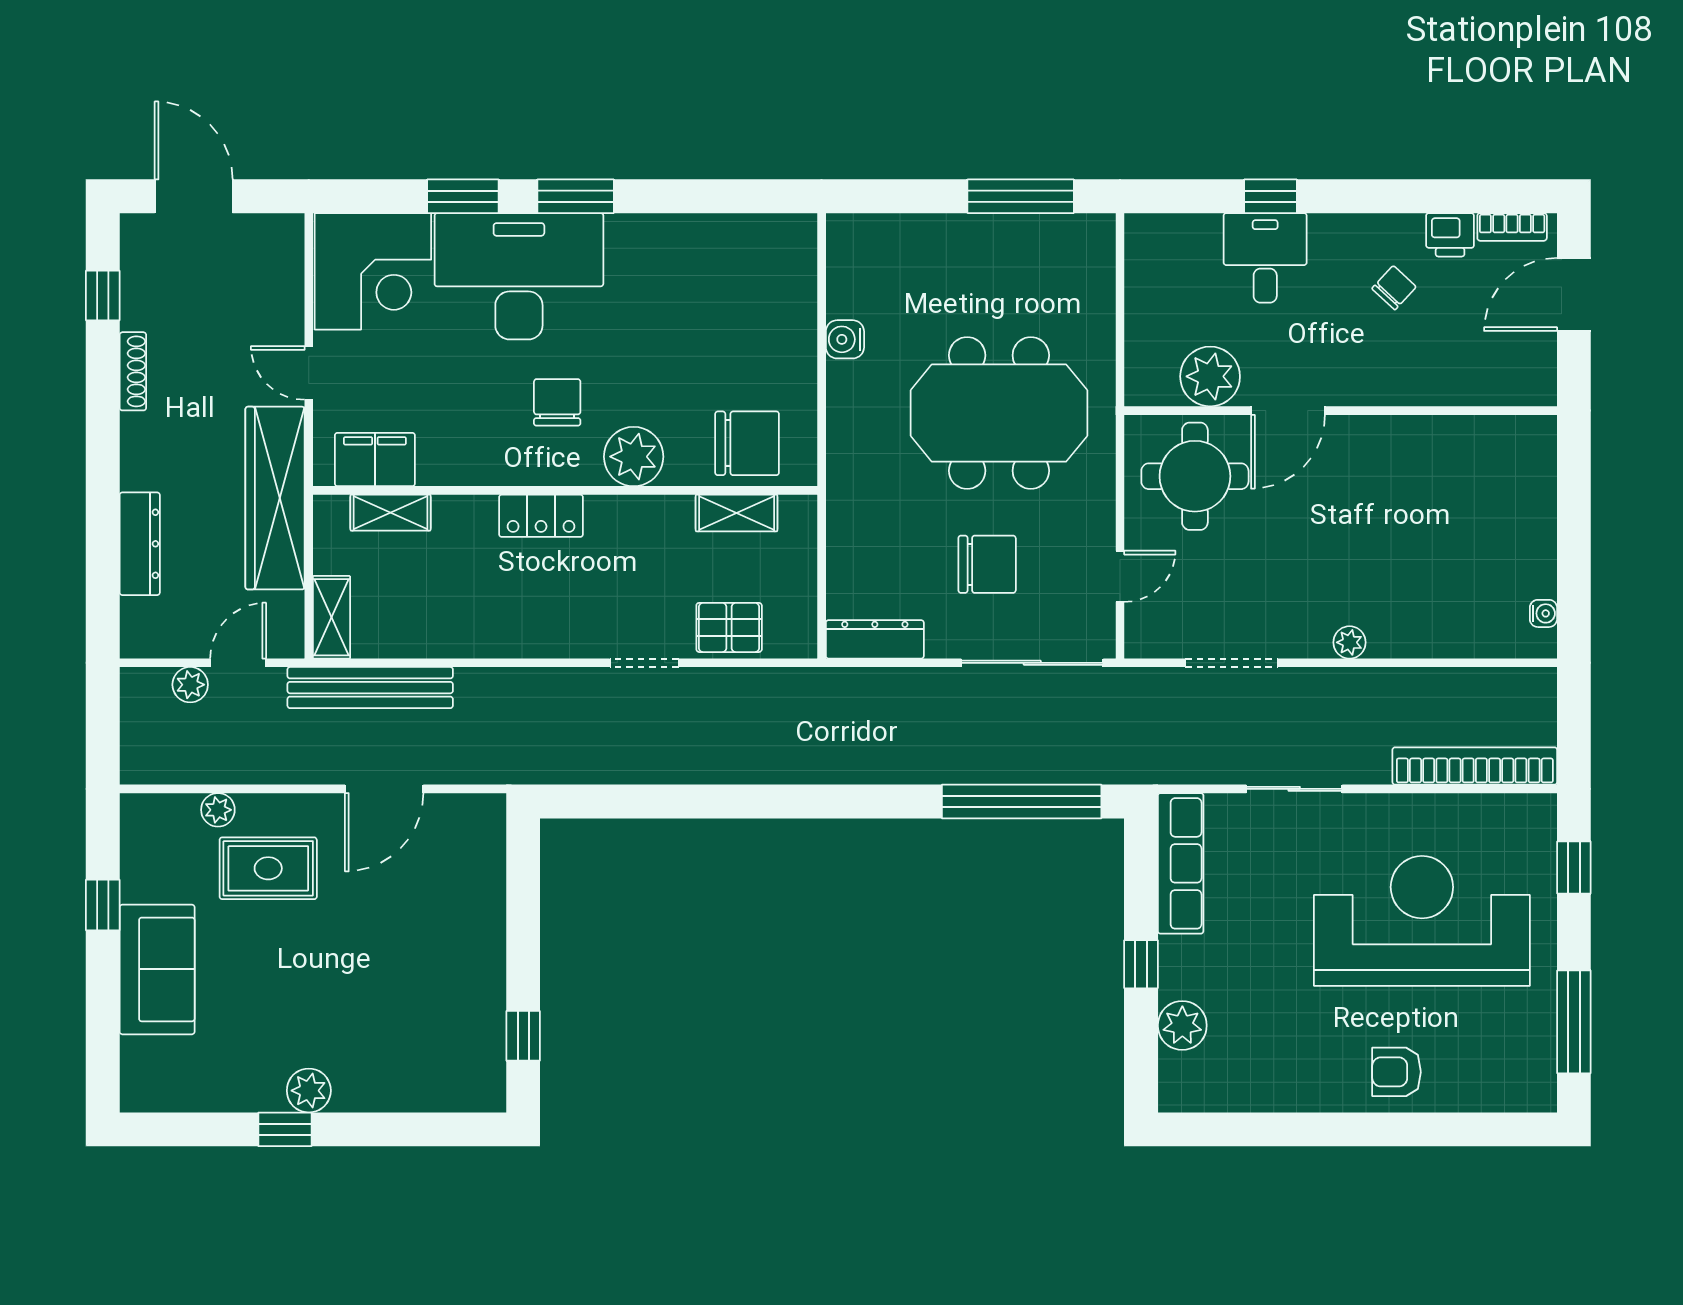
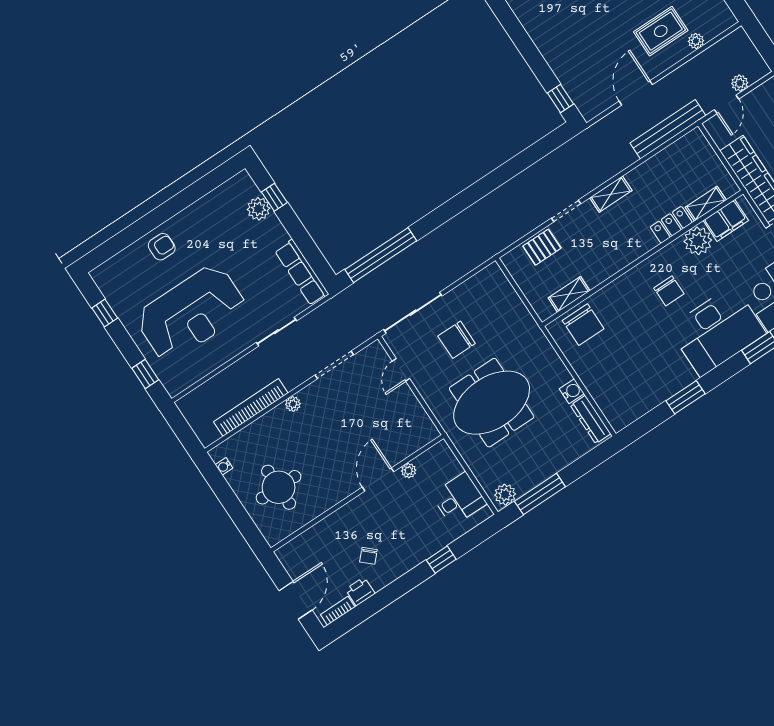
window: (576, 196) -> (685, 397), moved
plant: (1083, 236) -> (505, 495), added
desk: (1265, 258) -> (459, 499), moved, turned -90
plant: (1210, 376) -> (409, 471), width x0.53, depth x0.53
chair: (747, 443) -> (583, 325), turned -90
plant: (634, 457) -> (698, 241), moved
round table: (1195, 476) -> (279, 487), moved
locker: (541, 516) -> (671, 225), moved
shelving: (332, 617) -> (611, 194), moved, turned 90
dresser: (875, 639) -> (591, 420), moved, turned 90
bookcase: (1475, 766) -> (251, 407), moved, turned 180
window: (1141, 964) -> (274, 197), moved
window: (1574, 1022) -> (105, 313), width x0.46
window: (523, 1036) -> (560, 99), moved

